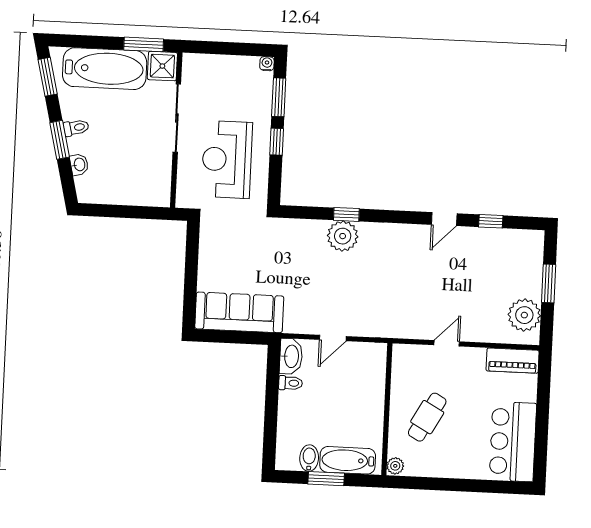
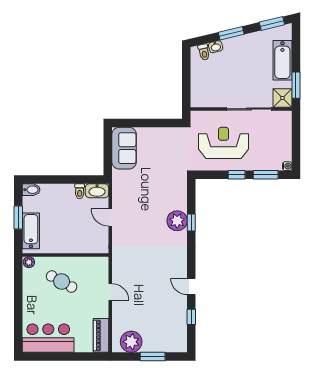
bathtub: (105, 69) -> (282, 60), width x0.73, depth x0.73
toilet: (76, 128) -> (204, 52), moved
sofa: (239, 312) -> (124, 148), width x0.73
bidet: (309, 458) -> (31, 190), moved

